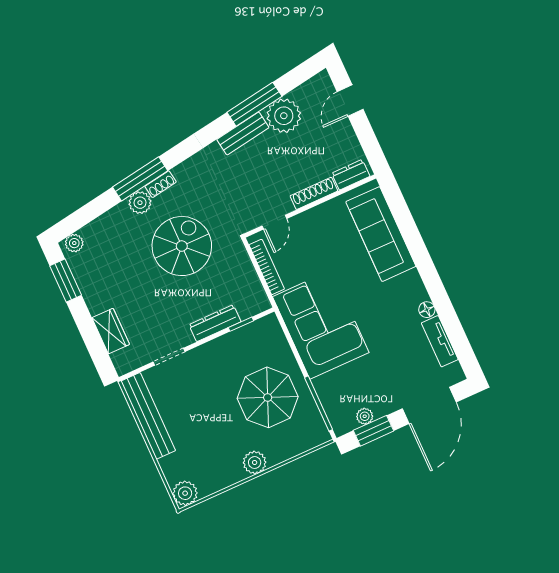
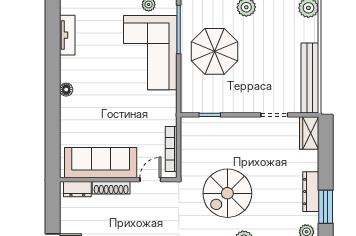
sofa: (381, 234) -> (101, 163), moved, turned -90
floor lamp: (427, 310) -> (66, 90), moved
dresser: (215, 323) -> (311, 192), moved, turned 90
corner sofa: (321, 325) -> (150, 53), moved
wardrobe: (111, 331) -> (309, 133), moved

